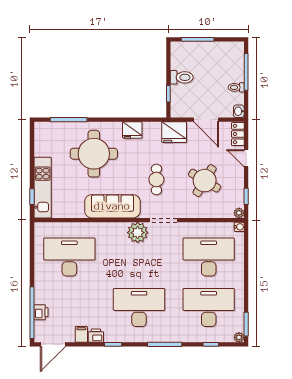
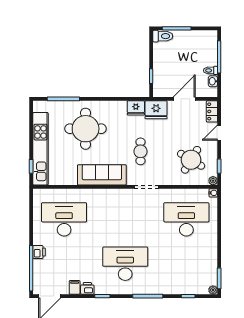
toilet: (182, 77) -> (163, 36), moved
washbasin: (239, 111) -> (213, 81), moved
door: (206, 120) -> (184, 99), swing flipped
fridge: (132, 130) -> (136, 108), moved
door: (246, 158) -> (219, 133), hinge flipped
round table: (205, 181) -> (191, 160), moved
kitchen unit: (43, 188) -> (41, 149), width x1.36
plant: (138, 233) -> (124, 198), removed
desk: (209, 307) -> (186, 264), removed
printer: (41, 312) -> (39, 252), moved

